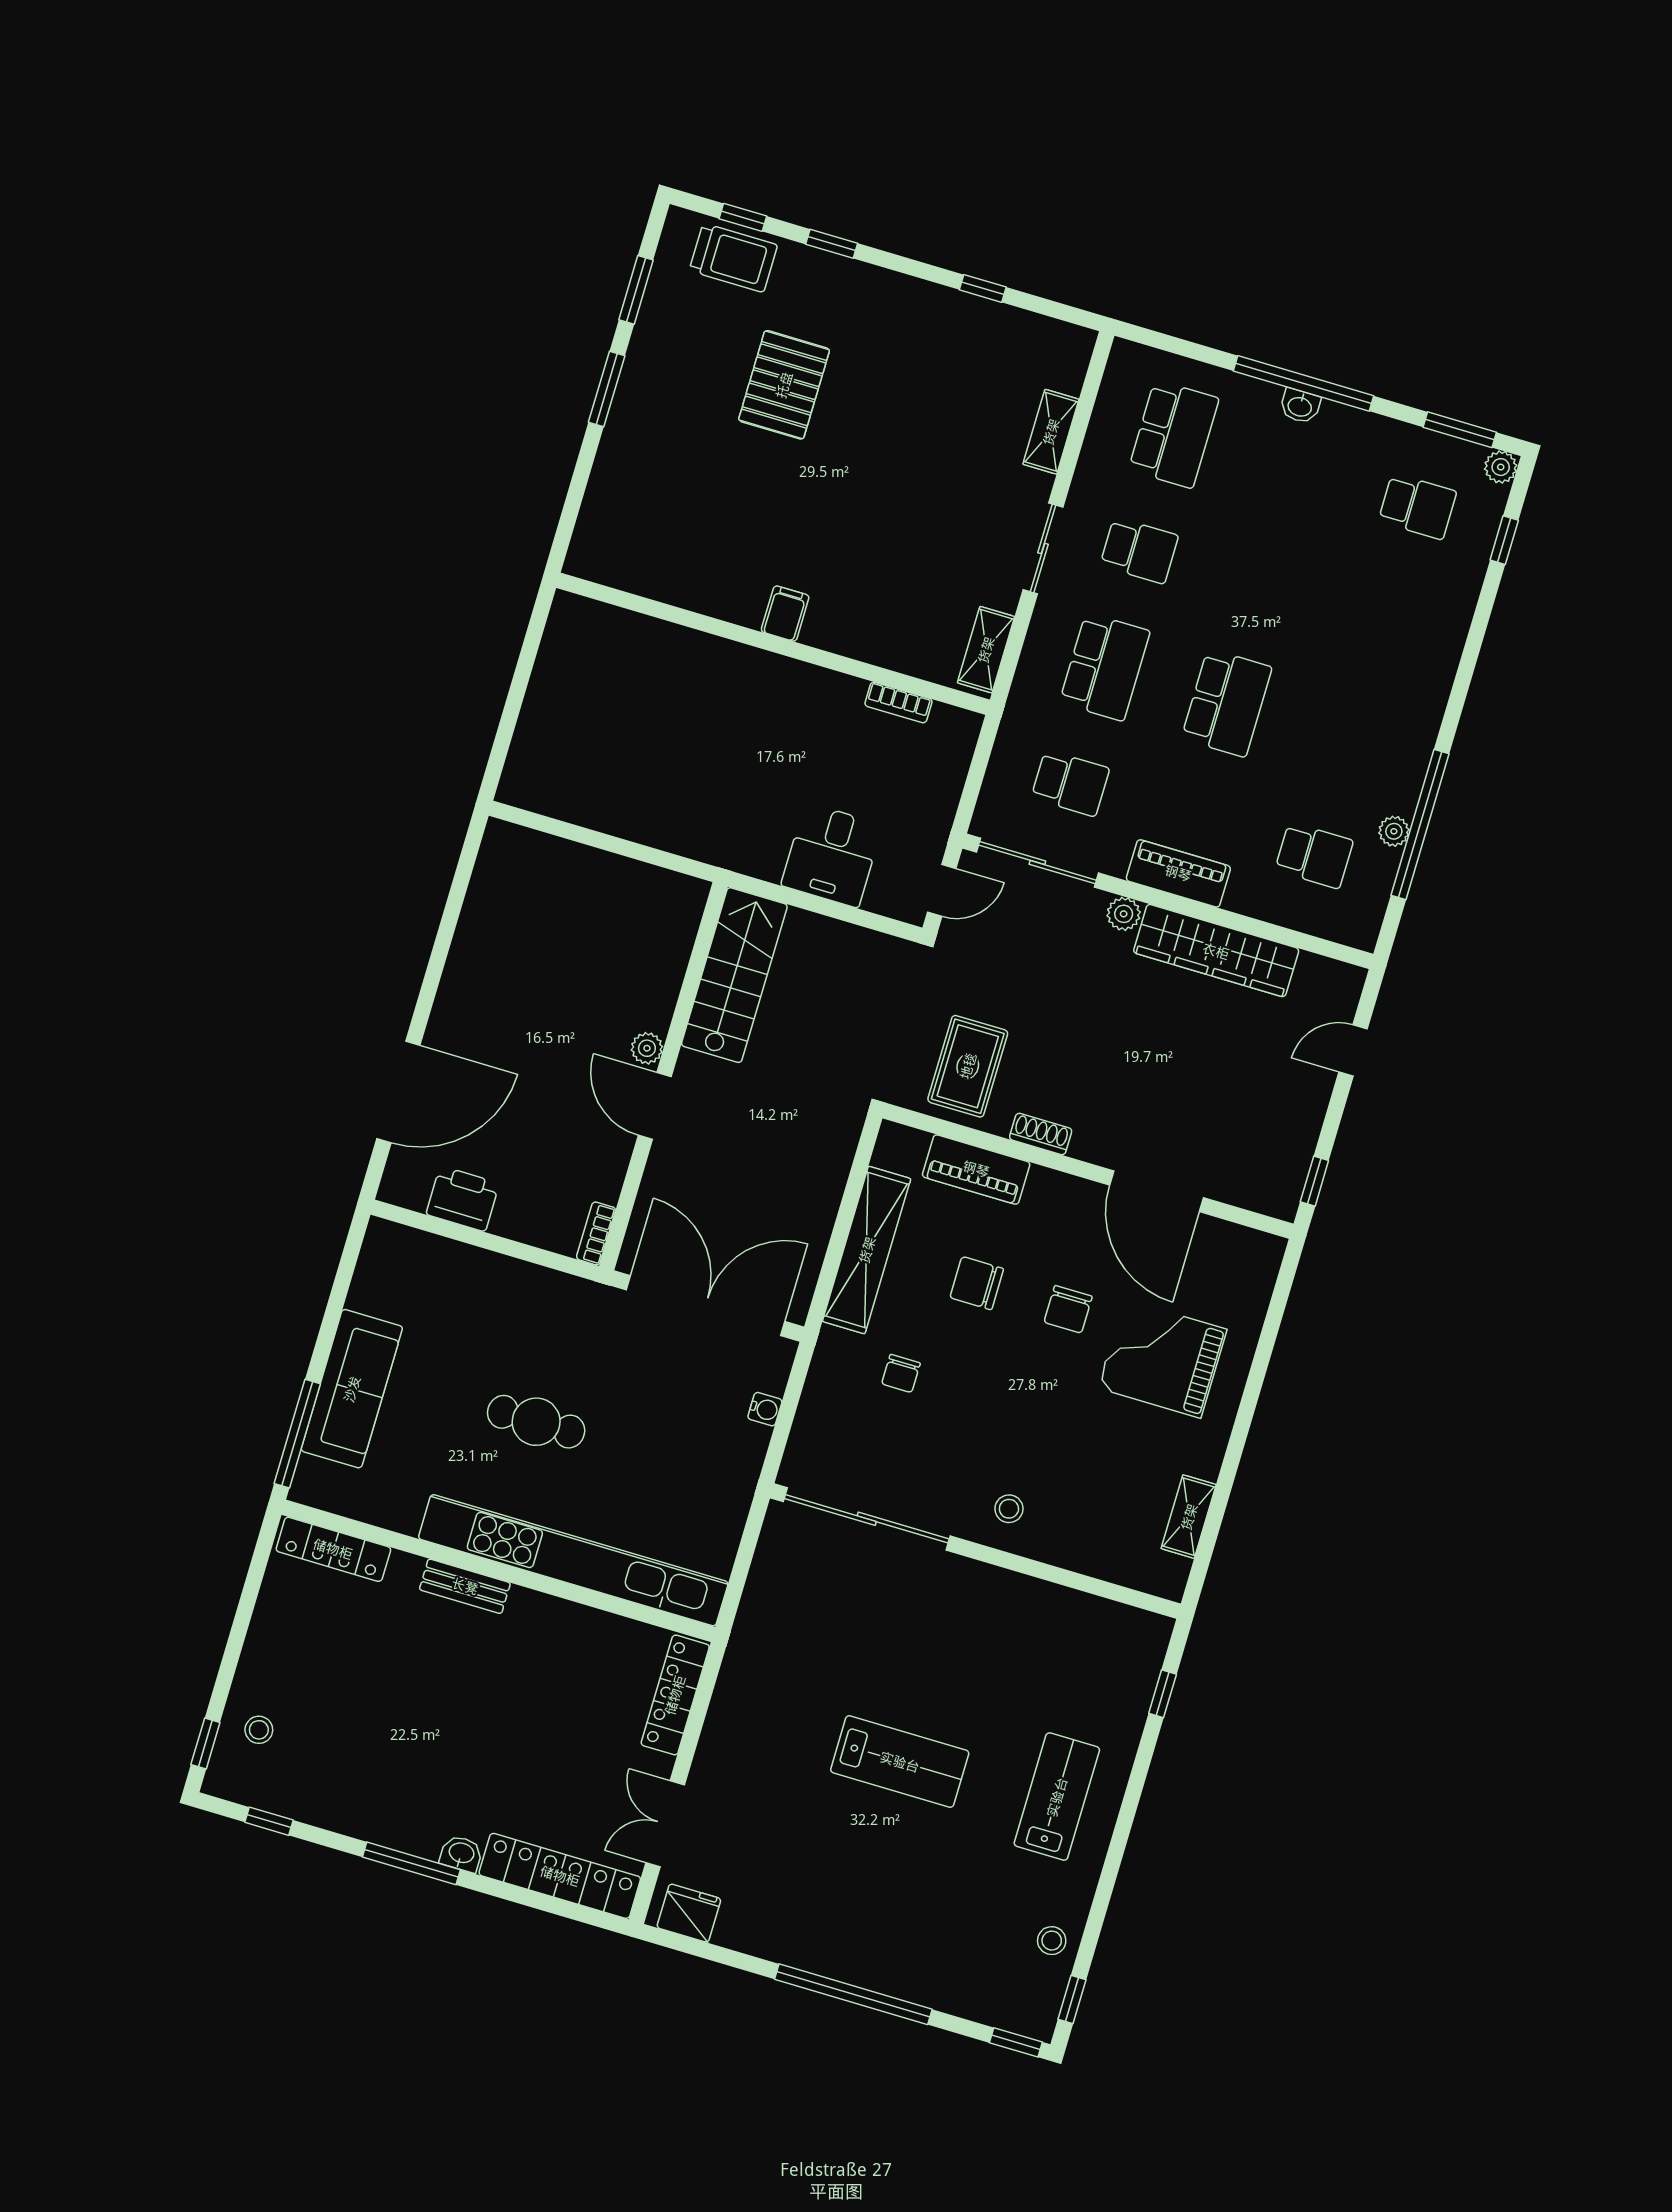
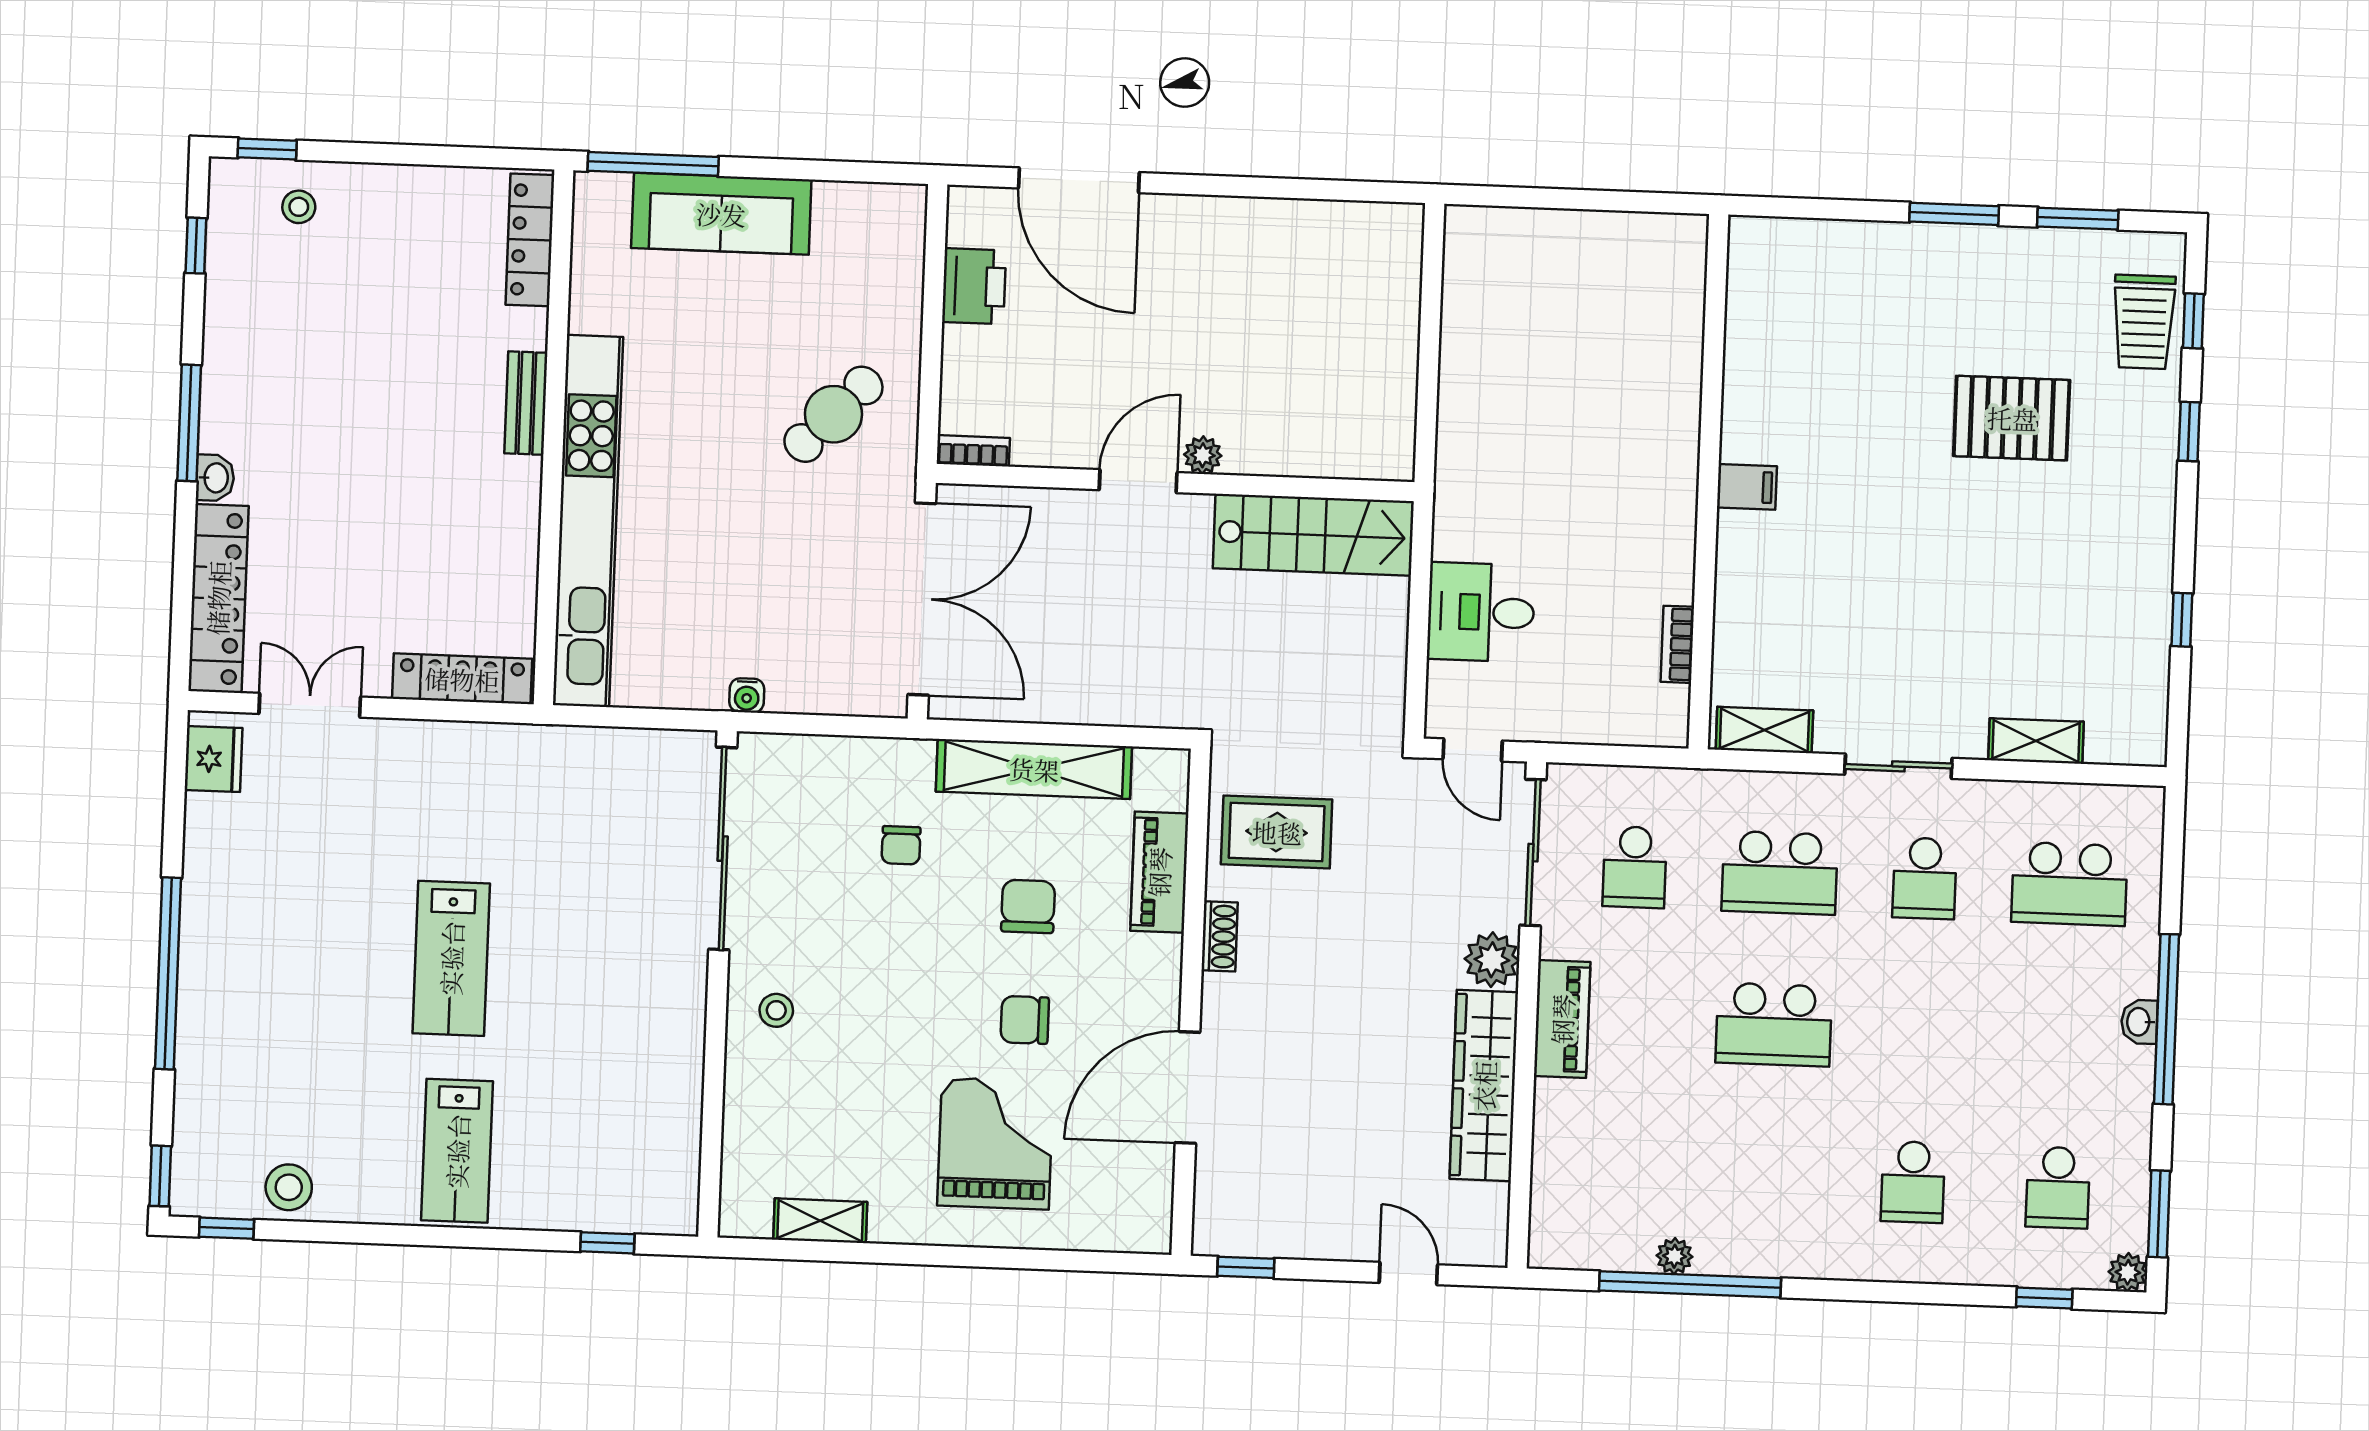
school desk: (1314, 855) -> (1913, 1182), moved
plant: (1124, 914) -> (1492, 960), width x1.38, depth x1.38
chair: (901, 1373) -> (901, 845), turned -90
water cooler: (765, 1409) -> (747, 695), moved
cafe table: (536, 1422) -> (833, 414), moved, turned 44
lab bench: (1057, 1797) -> (457, 1151), turned 90
stool: (1052, 1941) -> (289, 1187), width x1.37, depth x1.37

